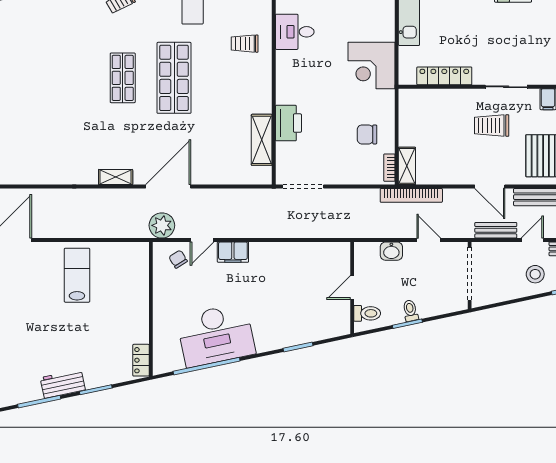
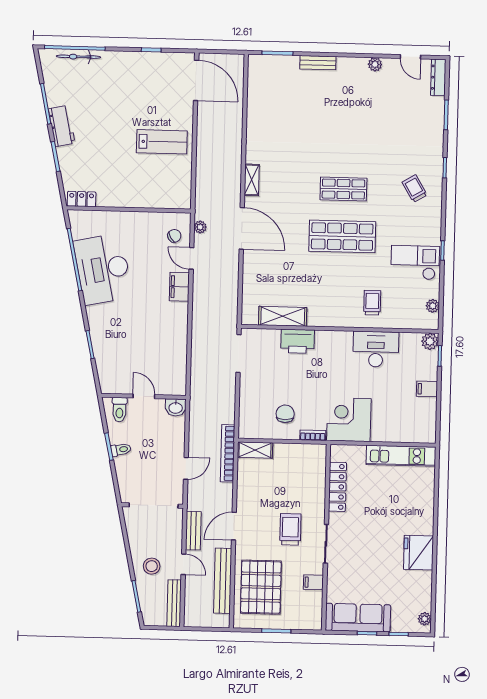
desk: (295, 32) -> (376, 349), width x1.37
bookcase: (389, 168) -> (313, 435), moved
plant: (162, 225) -> (200, 227), width x0.53, depth x0.53
washbasin: (391, 251) -> (176, 407), moved, turned -90

